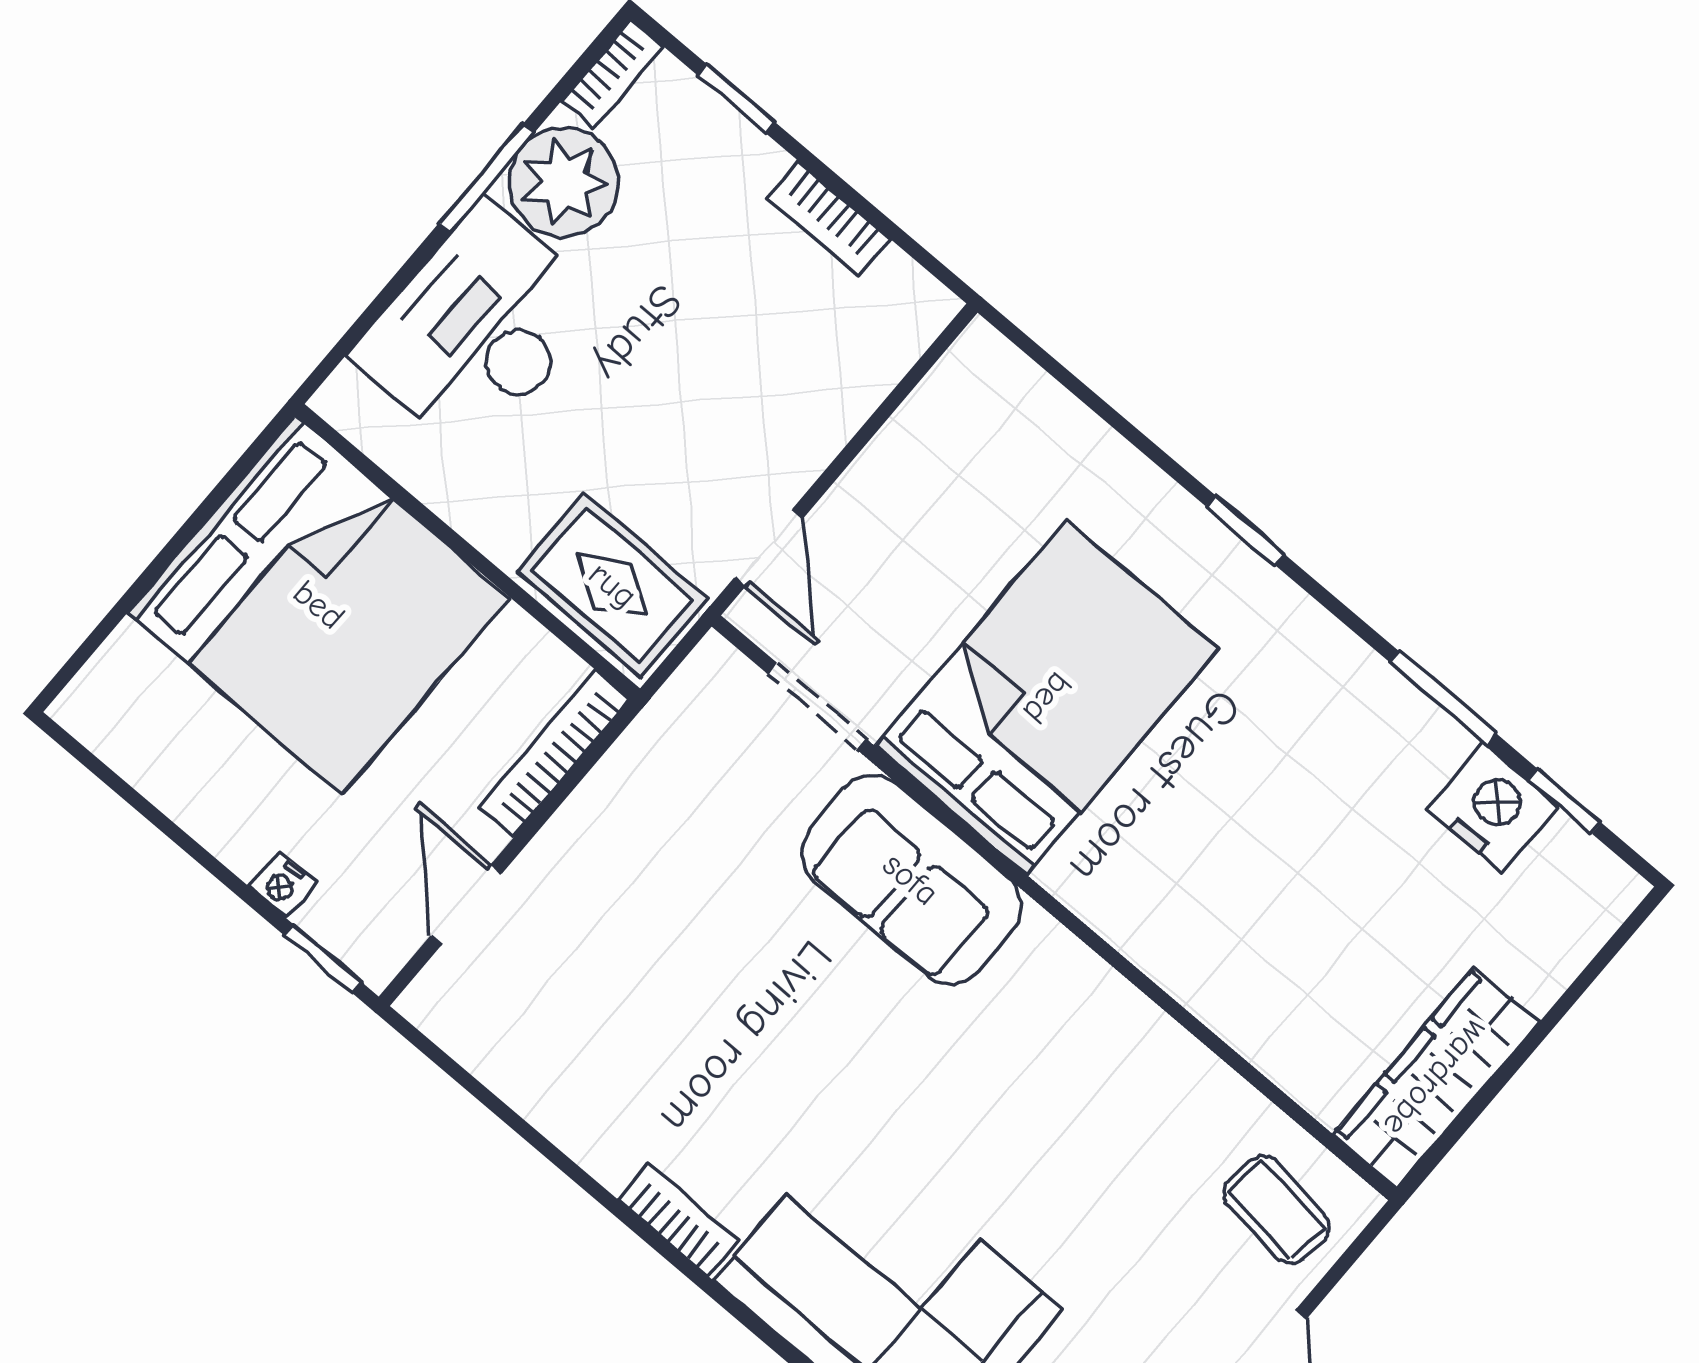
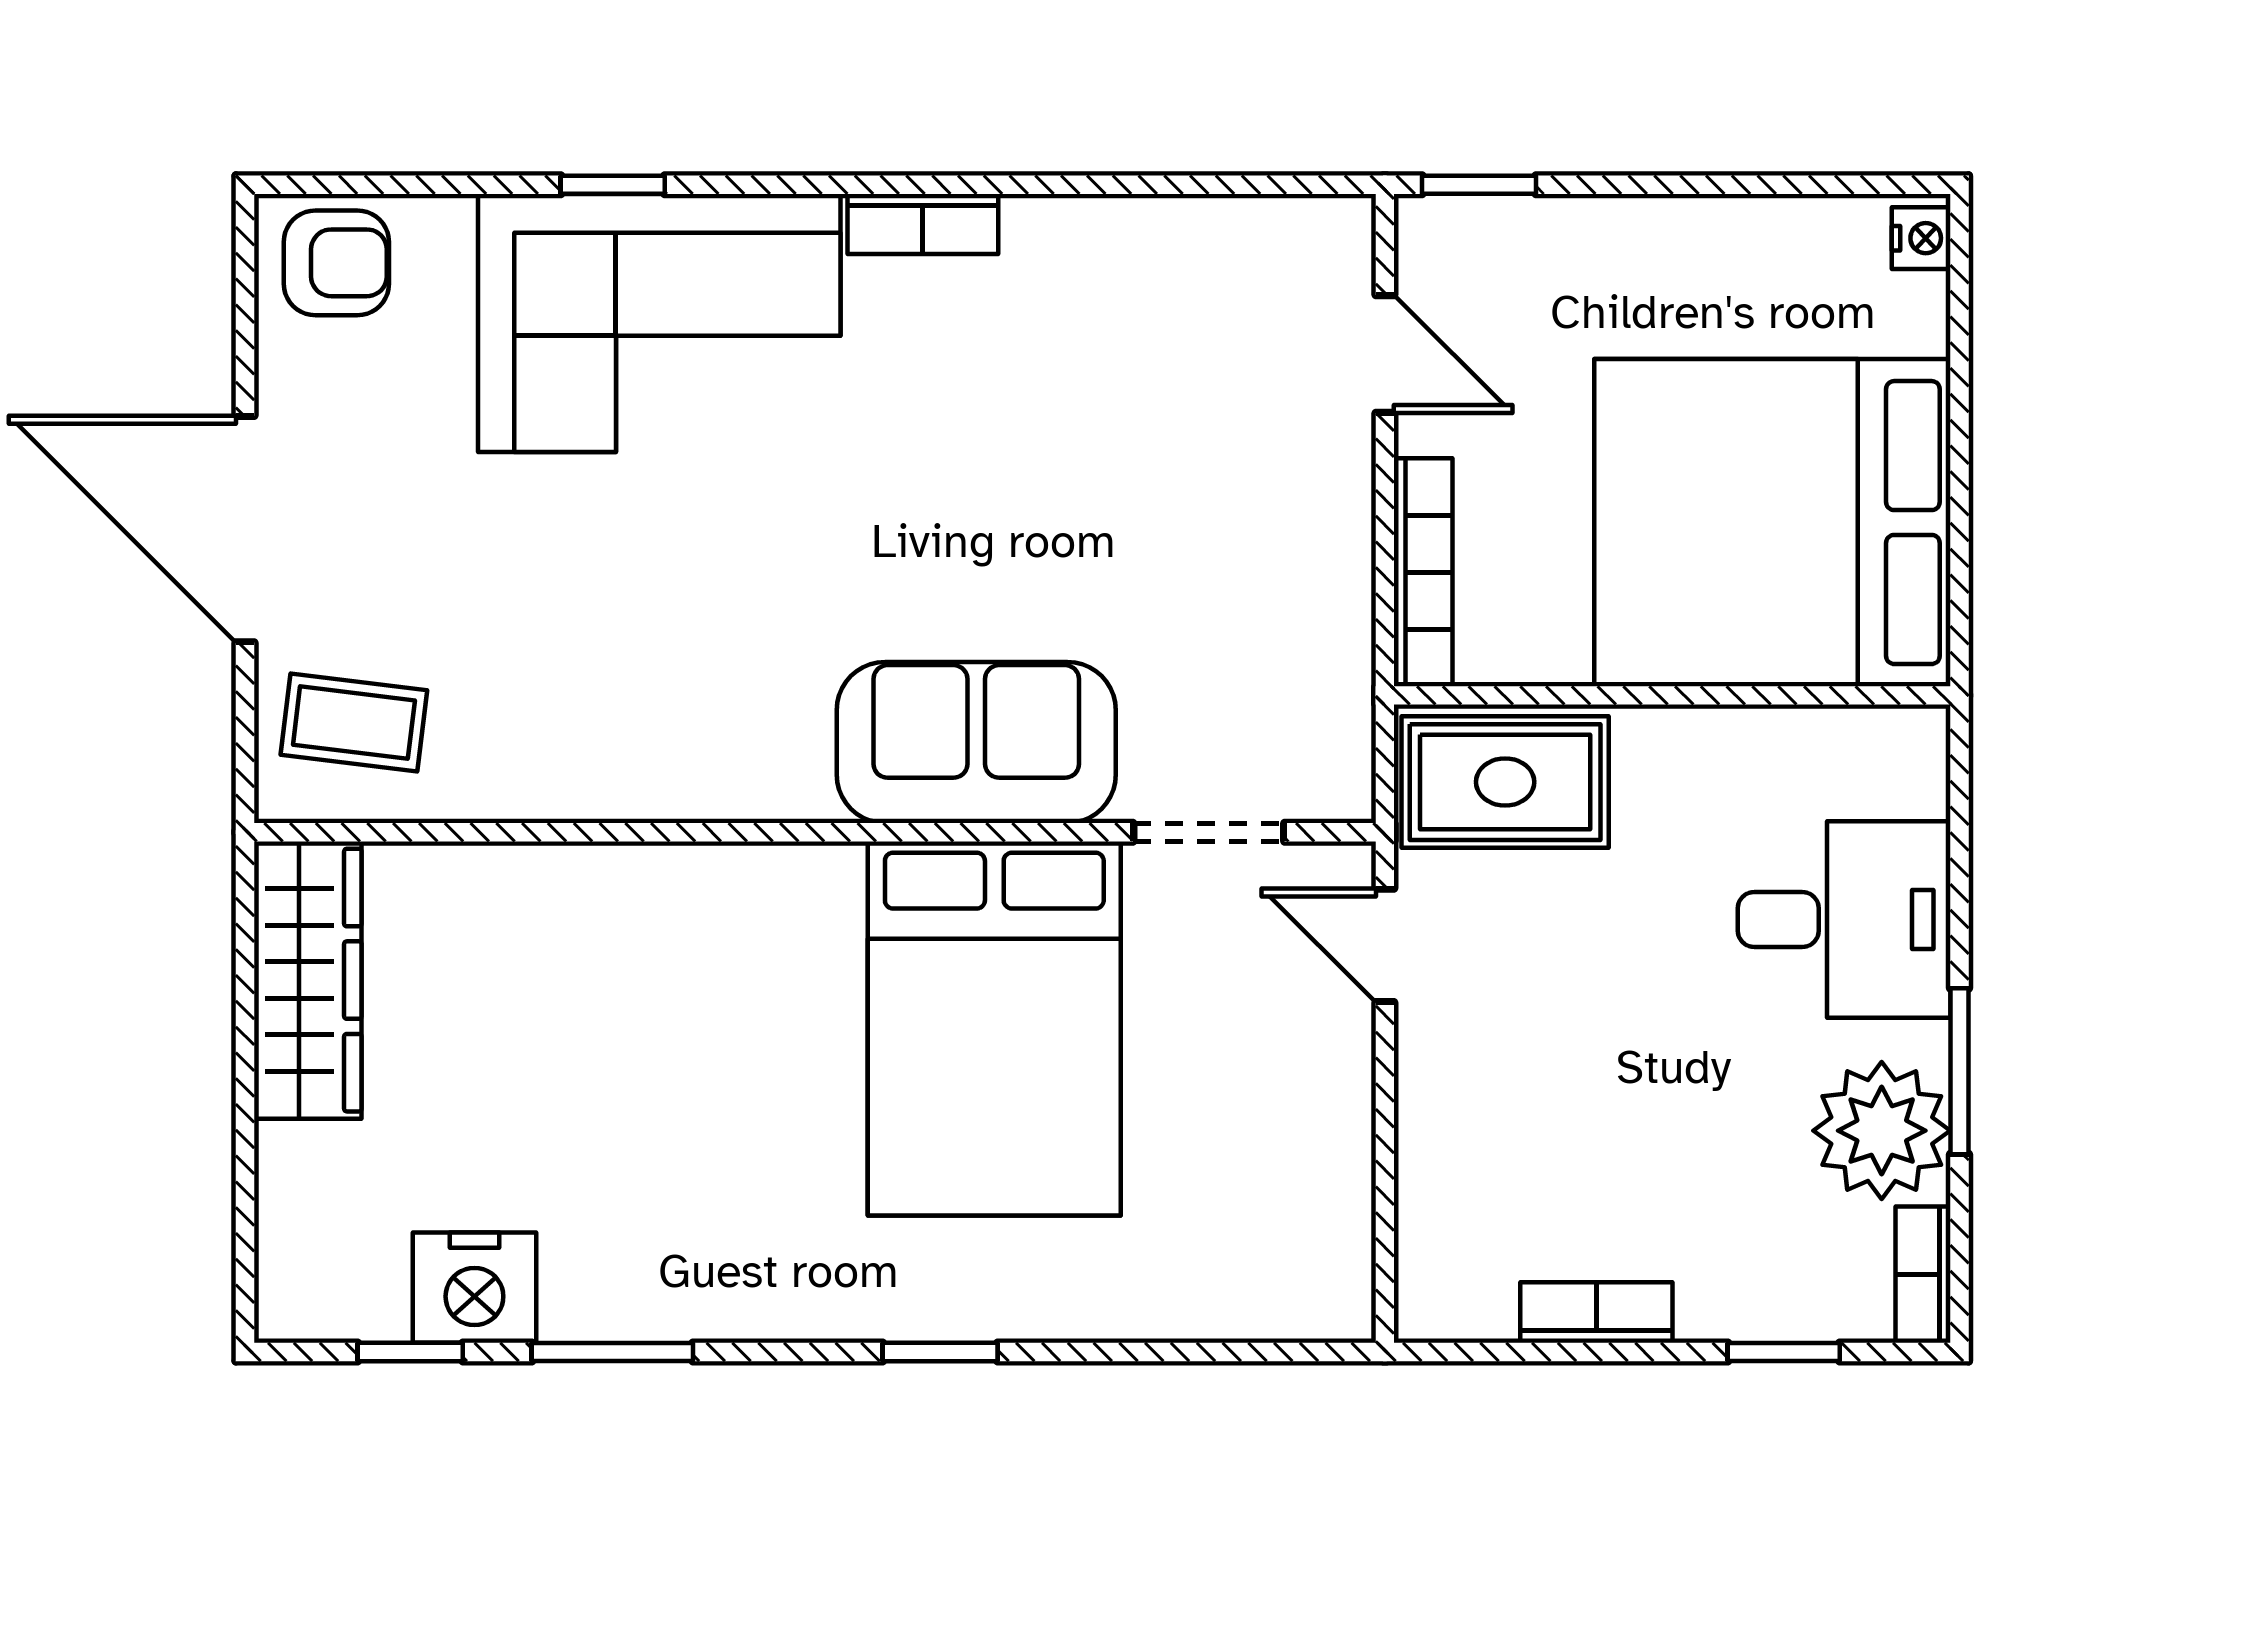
desk: (478, 329) -> (1844, 920), width x0.73
nightstand: (282, 885) -> (1921, 238), moved, turned 90

